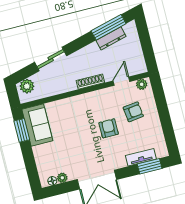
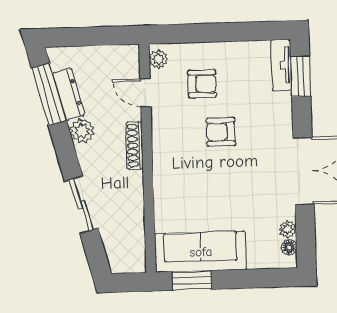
plant: (27, 86) -> (82, 131), moved
armchair: (133, 112) -> (202, 84), turned 97
sofa: (37, 125) -> (201, 252), width x1.36
tv unit: (141, 157) -> (281, 65), moved

